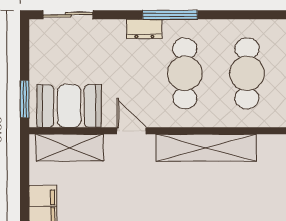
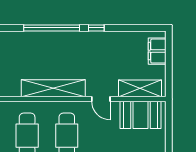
window: (25, 99) -> (169, 119), removed

